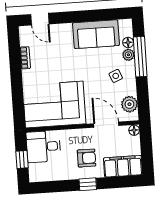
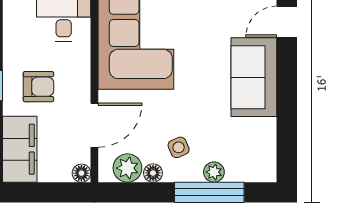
sofa: (96, 34) -> (254, 77), moved
floor lamp: (128, 42) -> (153, 173), moved
armchair: (87, 158) -> (38, 87), turned -90

